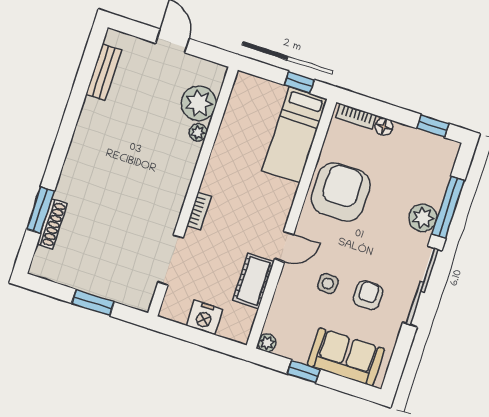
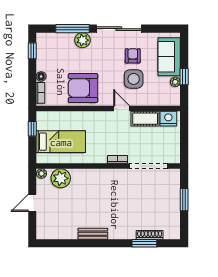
bench: (104, 72) -> (93, 234), moved
plant: (198, 132) -> (42, 174), moved
bed: (295, 135) -> (61, 142), moved
doorway: (171, 260) -> (148, 166), width x1.36
side table: (328, 284) -> (134, 79), width x1.87, depth x1.87
armchair: (368, 295) -> (133, 56), turned 90
nightstand: (204, 317) -> (168, 119), moved, turned -90
plant: (267, 343) -> (175, 82), moved

